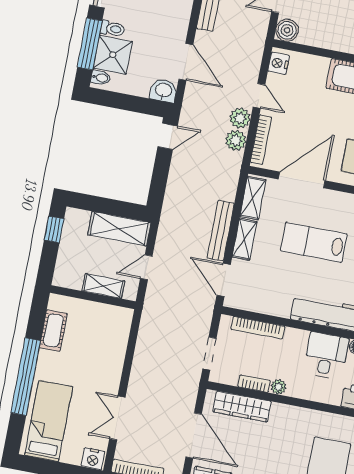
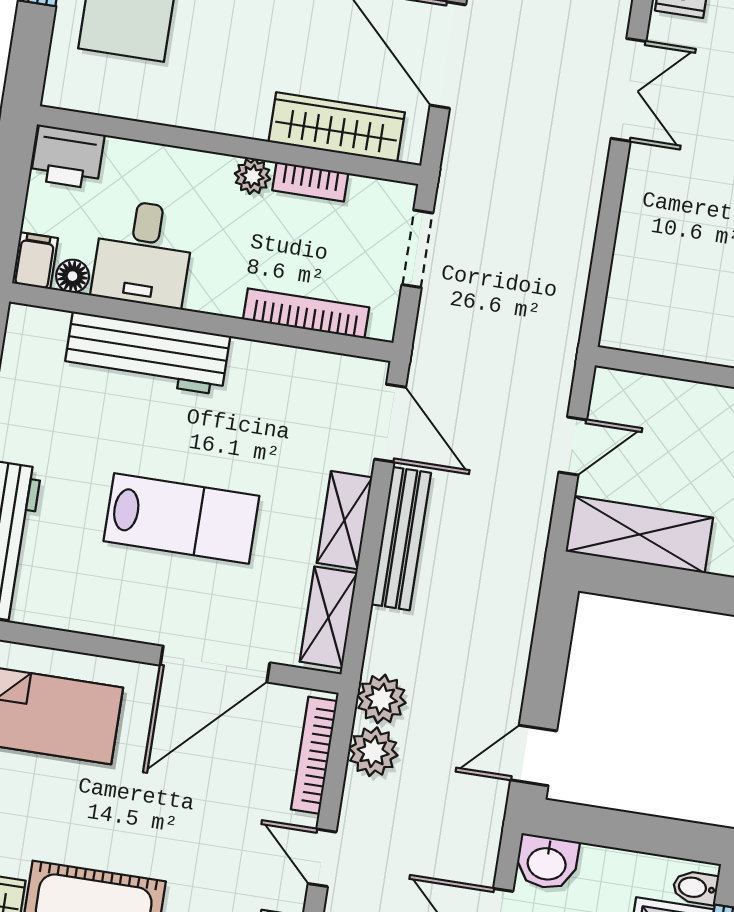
plant: (240, 118) -> (381, 699), moved
shelving: (103, 286) -> (672, 399), removed

